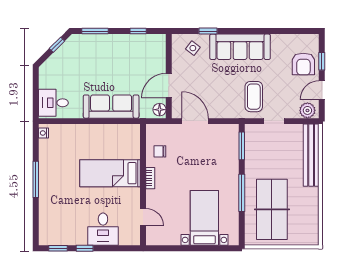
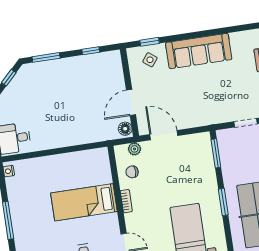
window: (208, 31) -> (150, 42), moved
coffee table: (254, 97) -> (221, 100), removed
sofa: (111, 107) -> (75, 133), removed
plant: (165, 130) -> (134, 149), added
window: (242, 193) -> (223, 202), width x0.69

